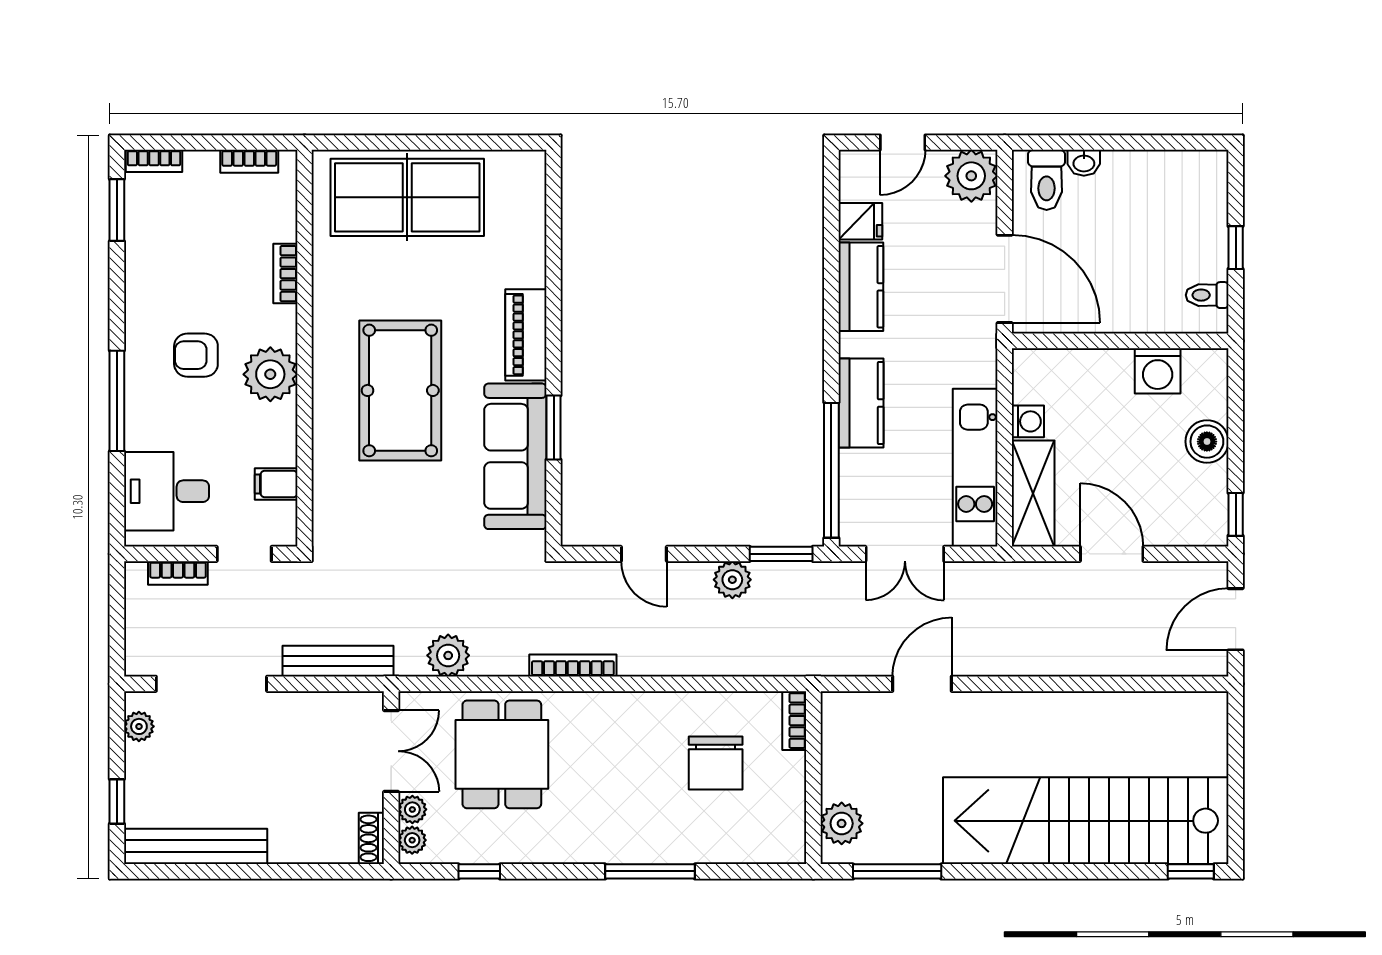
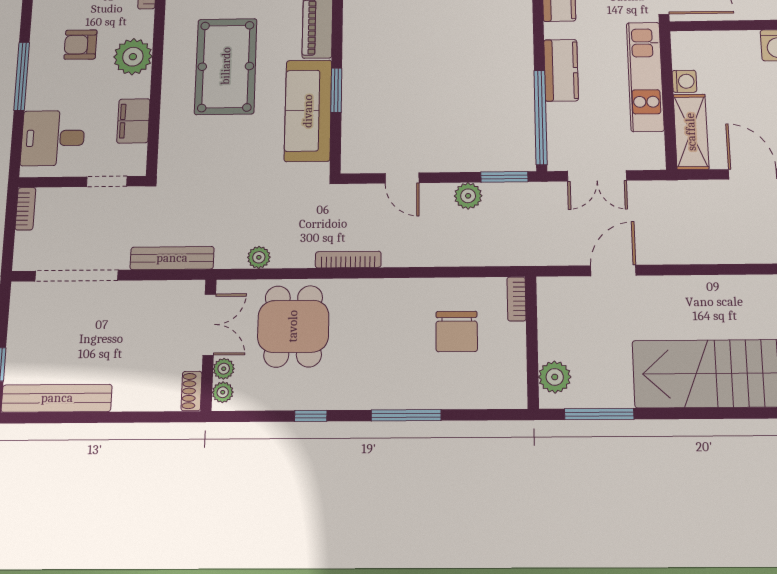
kitchen unit: (975, 468) -> (645, 77), moved
filing cabinet: (276, 484) -> (133, 121), width x2.00
bookcase: (178, 573) -> (25, 209), moved, turned -90
plant: (448, 655) -> (259, 257), width x0.73, depth x0.73
plant: (139, 726) -> (20, 308), removed
window: (479, 871) -> (311, 416), moved

